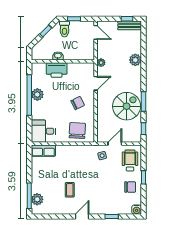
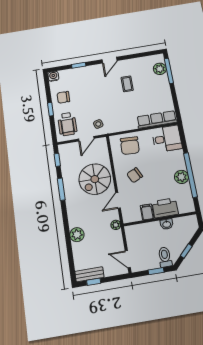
filing cabinet: (73, 69) -> (147, 212), added
spiral stairs: (127, 106) -> (95, 179), moved
row of seats: (43, 151) -> (157, 119), width x1.48

